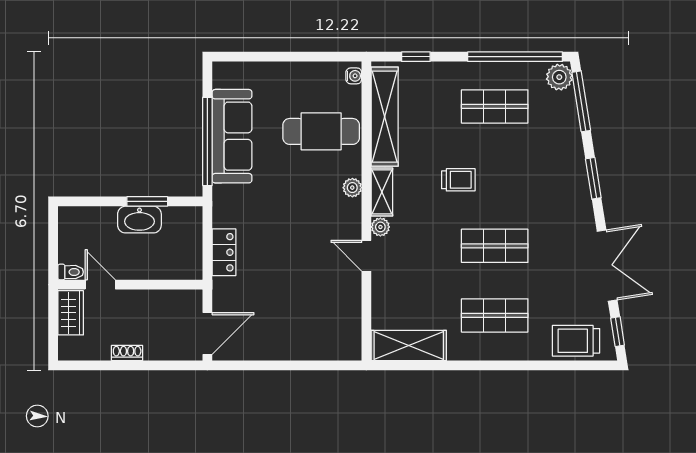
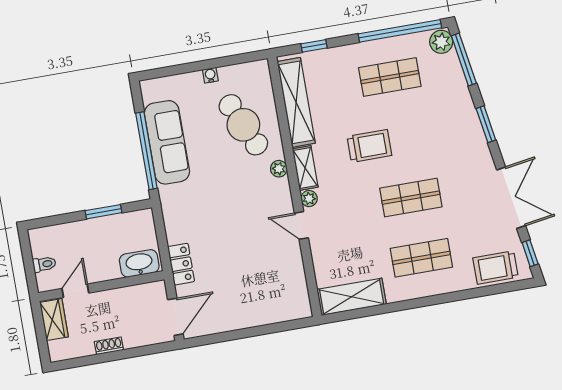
water cooler: (354, 76) -> (210, 75), moved, turned -90
cafe table: (321, 131) -> (243, 125), turned 66
trolley: (458, 180) -> (369, 146), width x1.36, depth x1.39
washbasin: (139, 220) -> (139, 263), moved, turned 180
locker: (224, 252) -> (181, 264), moved
toilet: (71, 272) -> (44, 264), moved
door: (100, 285) -> (75, 291), hinge flipped

